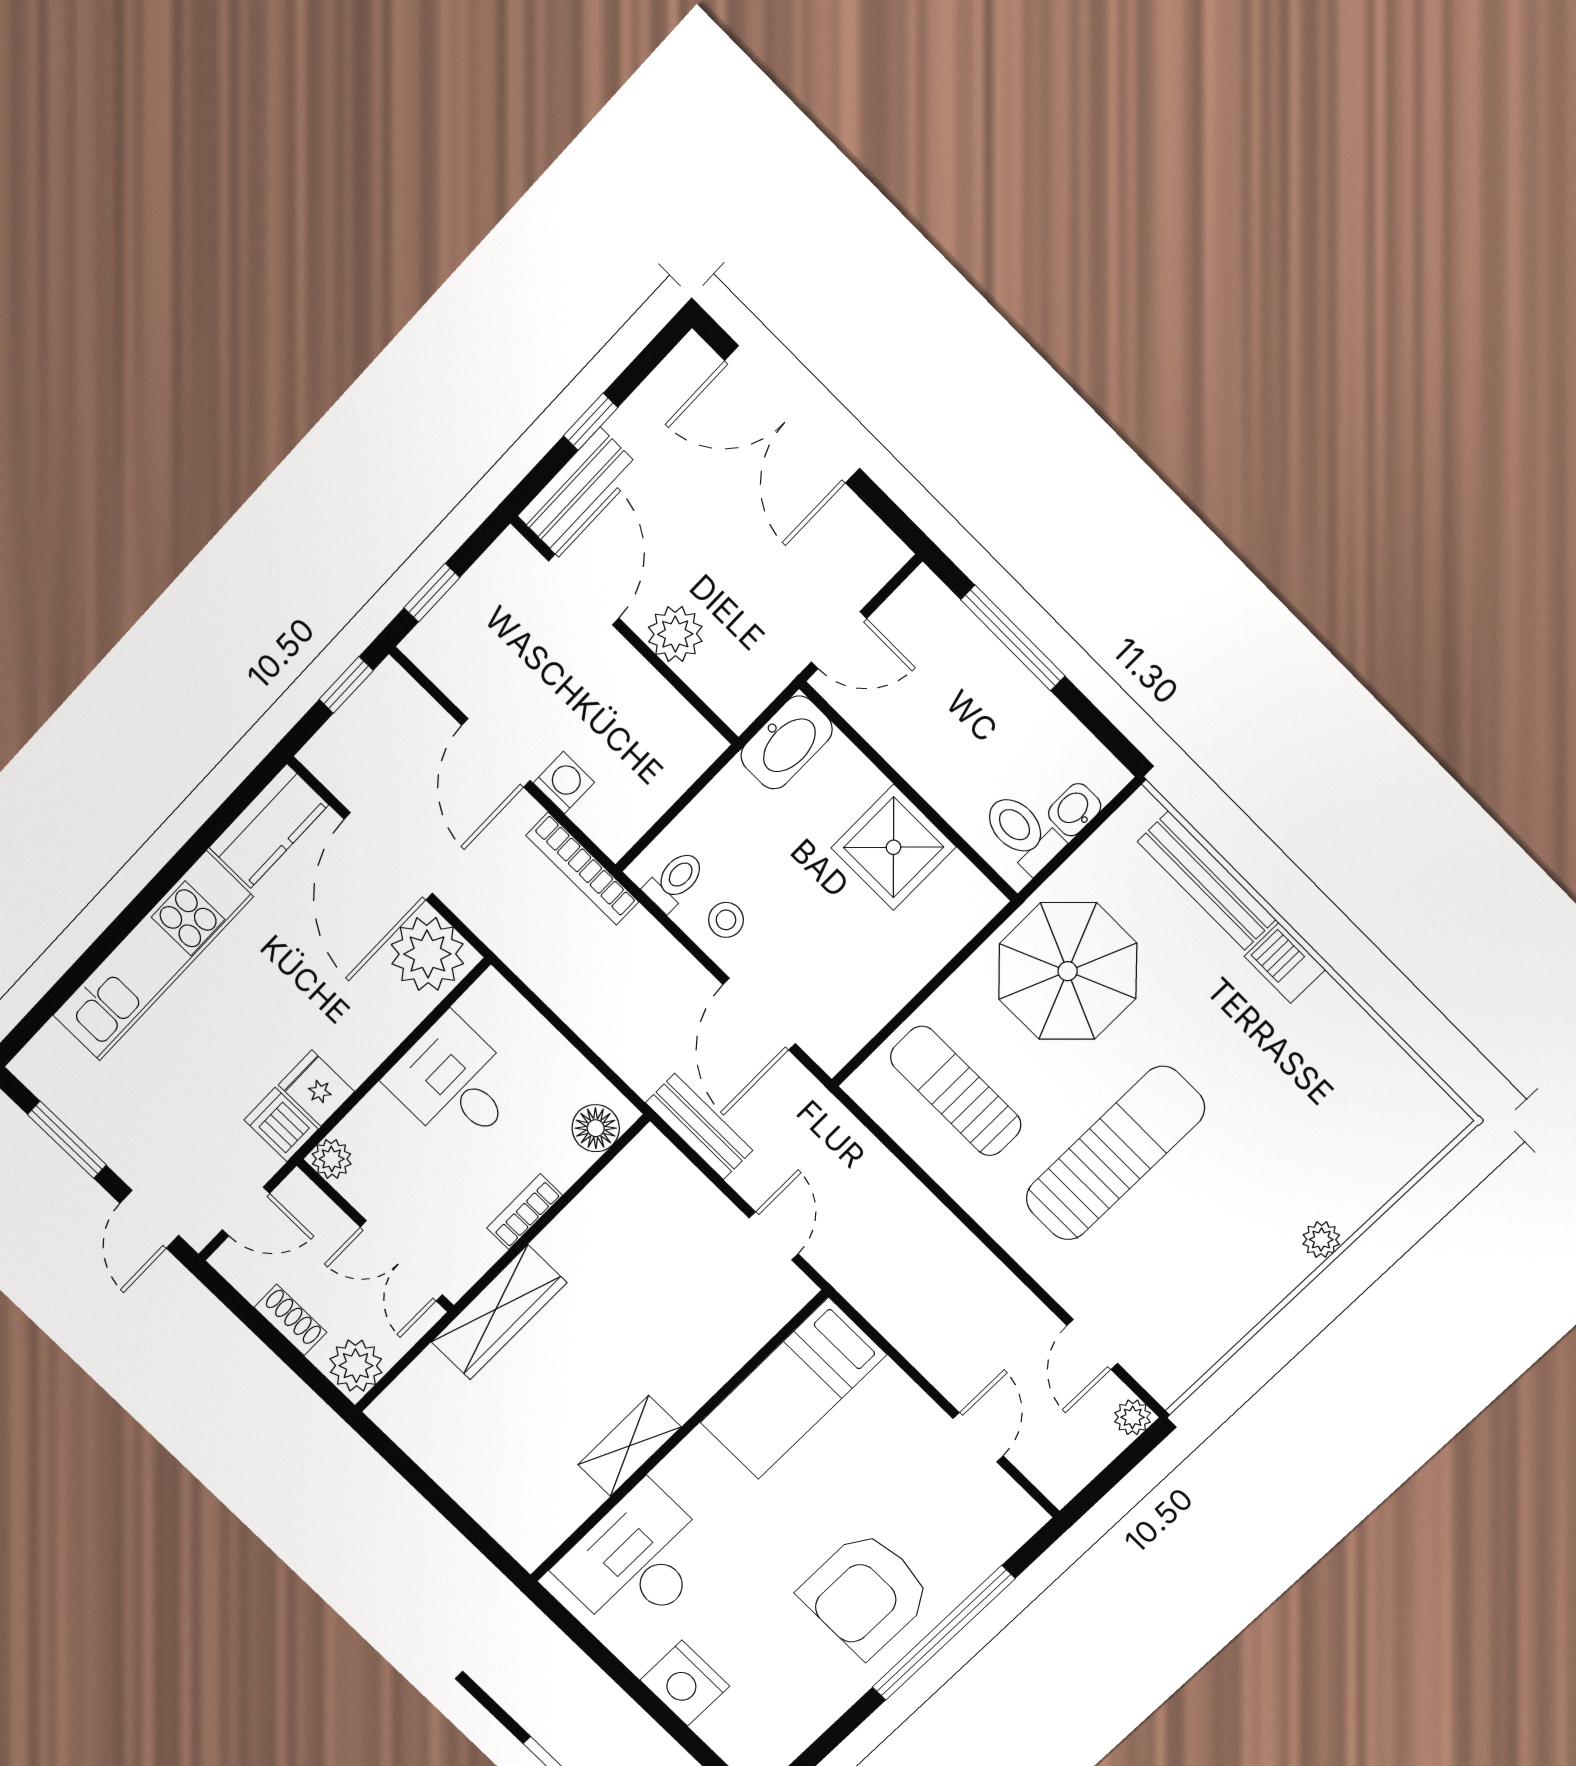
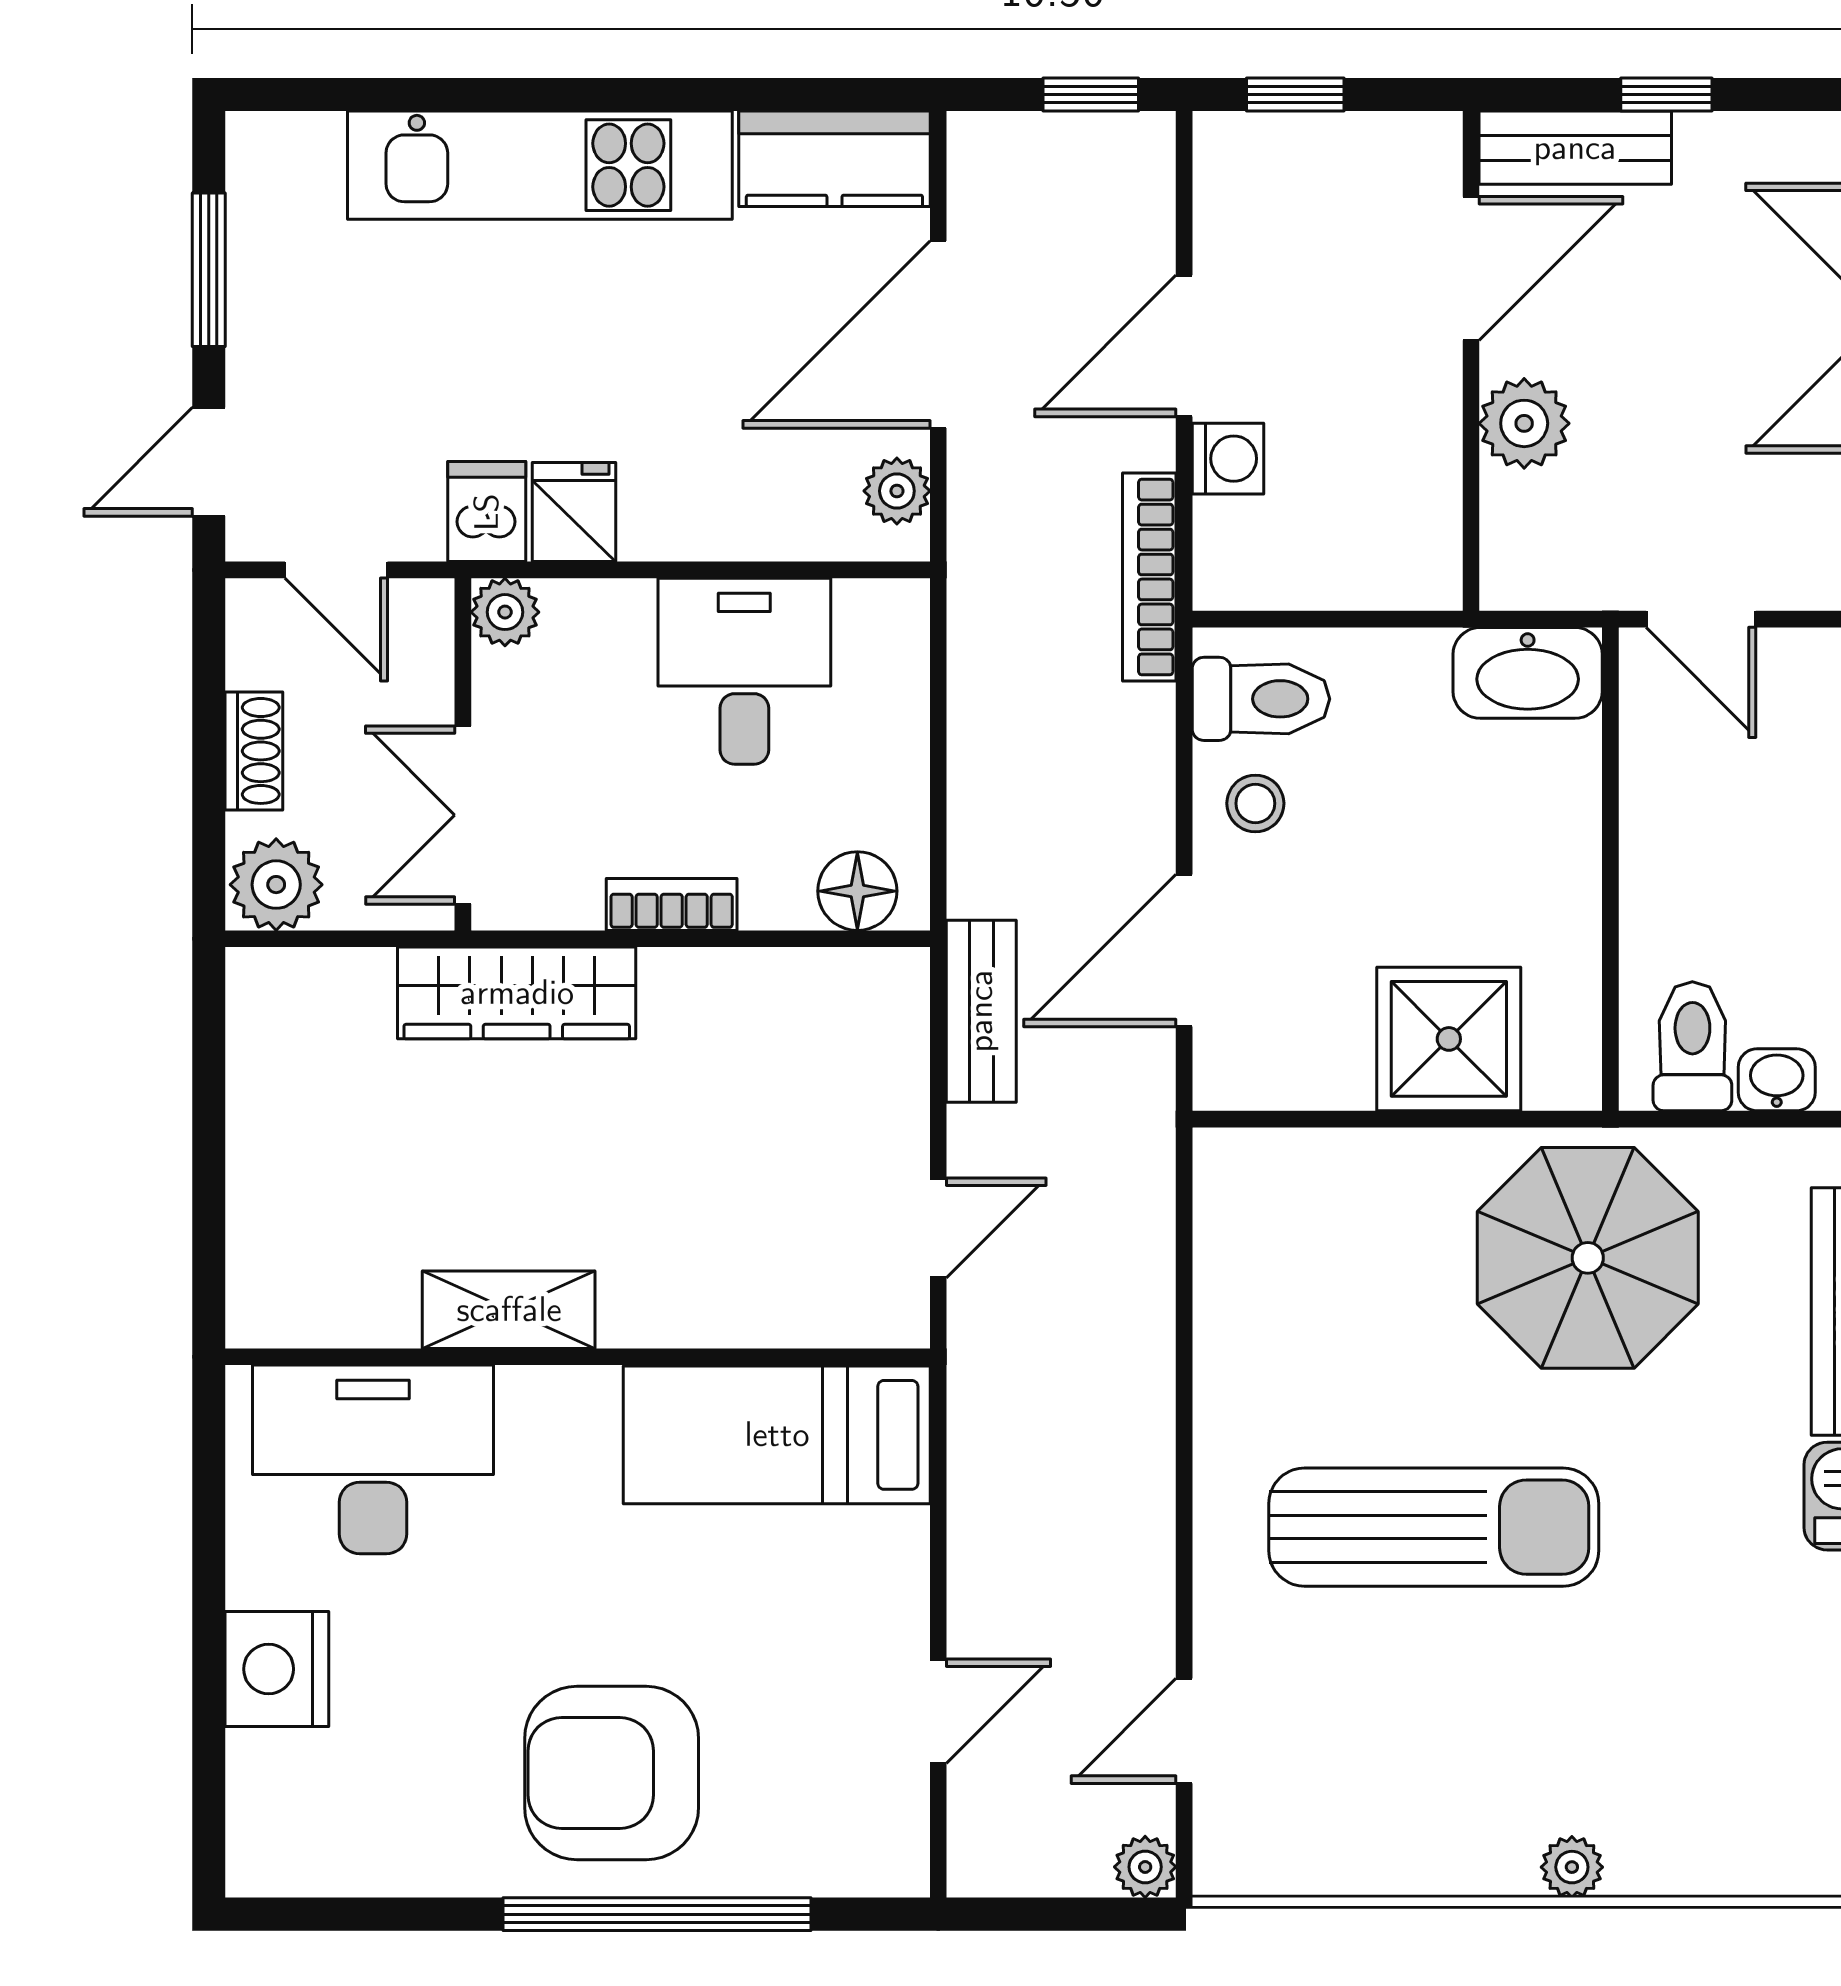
shower: (893, 847) -> (1449, 1039), moved
toilet: (675, 881) -> (1261, 699), width x1.37, depth x1.39
plant: (427, 954) -> (897, 491), width x0.53, depth x0.53
sun lounger: (956, 1091) -> (1322, 1269), removed

